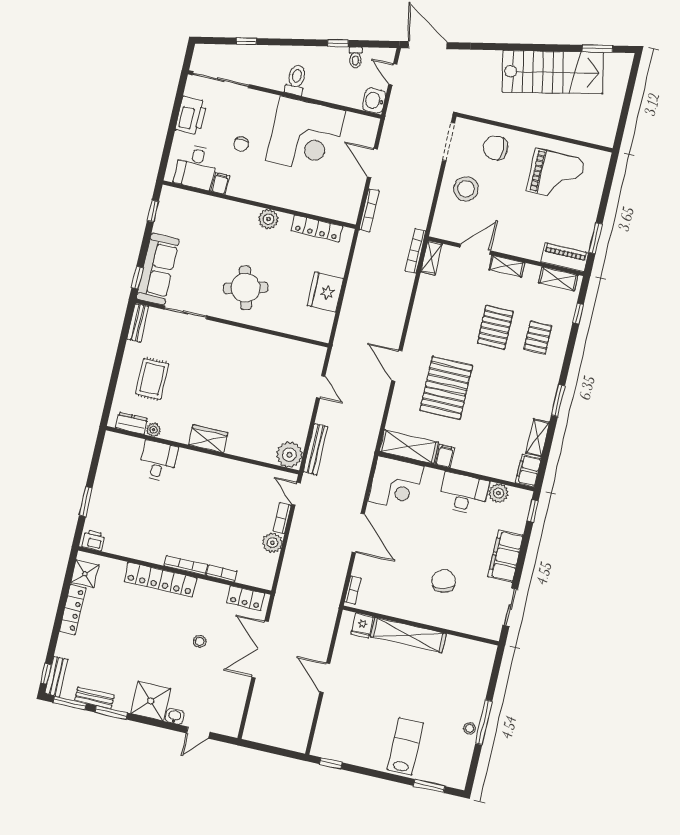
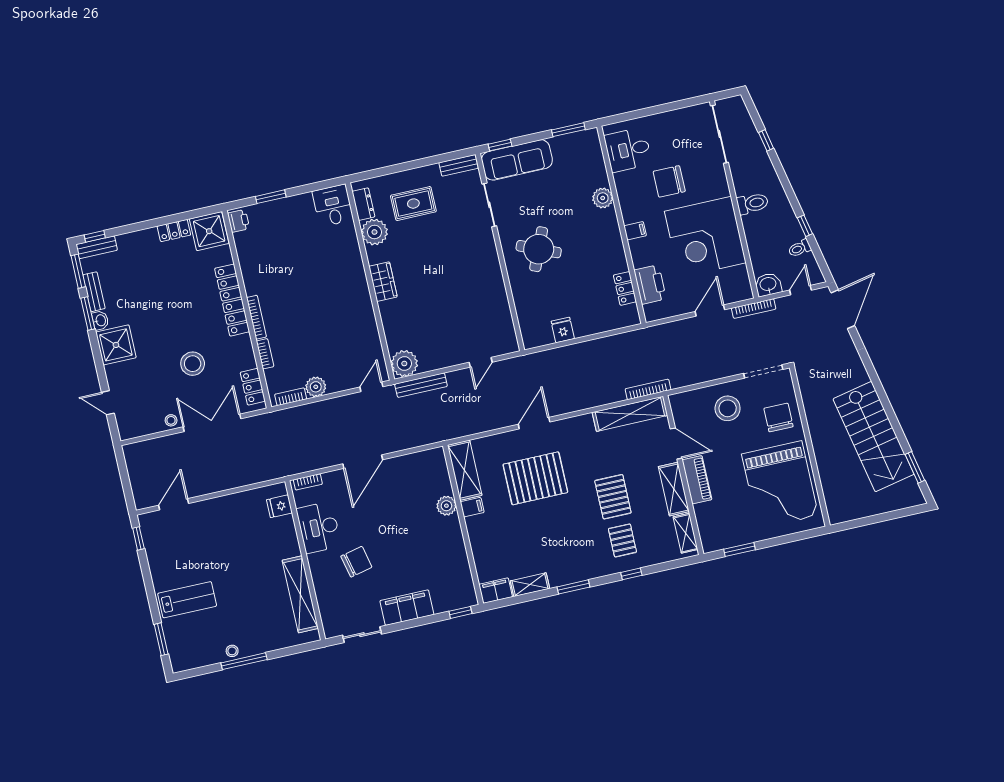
printer: (191, 116) -> (650, 284), moved, turned -90
chair: (241, 144) -> (669, 181), width x1.87, depth x1.87
grand piano: (555, 175) -> (780, 485), width x1.37, depth x1.48
filing cabinet: (220, 183) -> (635, 231), moved
bookcase: (369, 210) -> (754, 309), moved
window: (153, 211) -> (568, 130), width x1.50
plant: (268, 219) -> (603, 198), moved
locker: (317, 228) -> (625, 288), width x0.66
piano: (565, 257) -> (697, 480), moved
shelving: (431, 258) -> (630, 414), width x2.20, depth x1.33
shelving: (507, 266) -> (674, 489), width x1.50, depth x1.33
round table: (246, 288) -> (539, 249), turned 38
fridge: (325, 292) -> (563, 330), width x0.53, depth x0.75
window: (578, 313) -> (631, 574), moved
pallet: (495, 327) -> (613, 497), turned 90
pallet: (538, 338) -> (622, 540), turned 90
plant: (154, 430) -> (374, 232), width x1.88, depth x1.88
desk: (158, 461) -> (333, 206), moved, turned -90
corner desk: (396, 484) -> (425, 474), removed
plant: (499, 493) -> (446, 506), moved
desk: (464, 494) -> (319, 527), moved, turned 180
bookcase: (282, 518) -> (291, 397), moved
shower: (85, 574) -> (209, 231), width x1.36, depth x1.36
locker: (73, 609) -> (174, 231), width x0.66
shelving: (408, 635) -> (300, 594), moved
stool: (200, 641) -> (193, 364), width x1.89, depth x1.89
door: (325, 678) -> (174, 504), moved
stool: (241, 684) -> (171, 420), added
washbasin: (175, 716) -> (100, 320), moved

